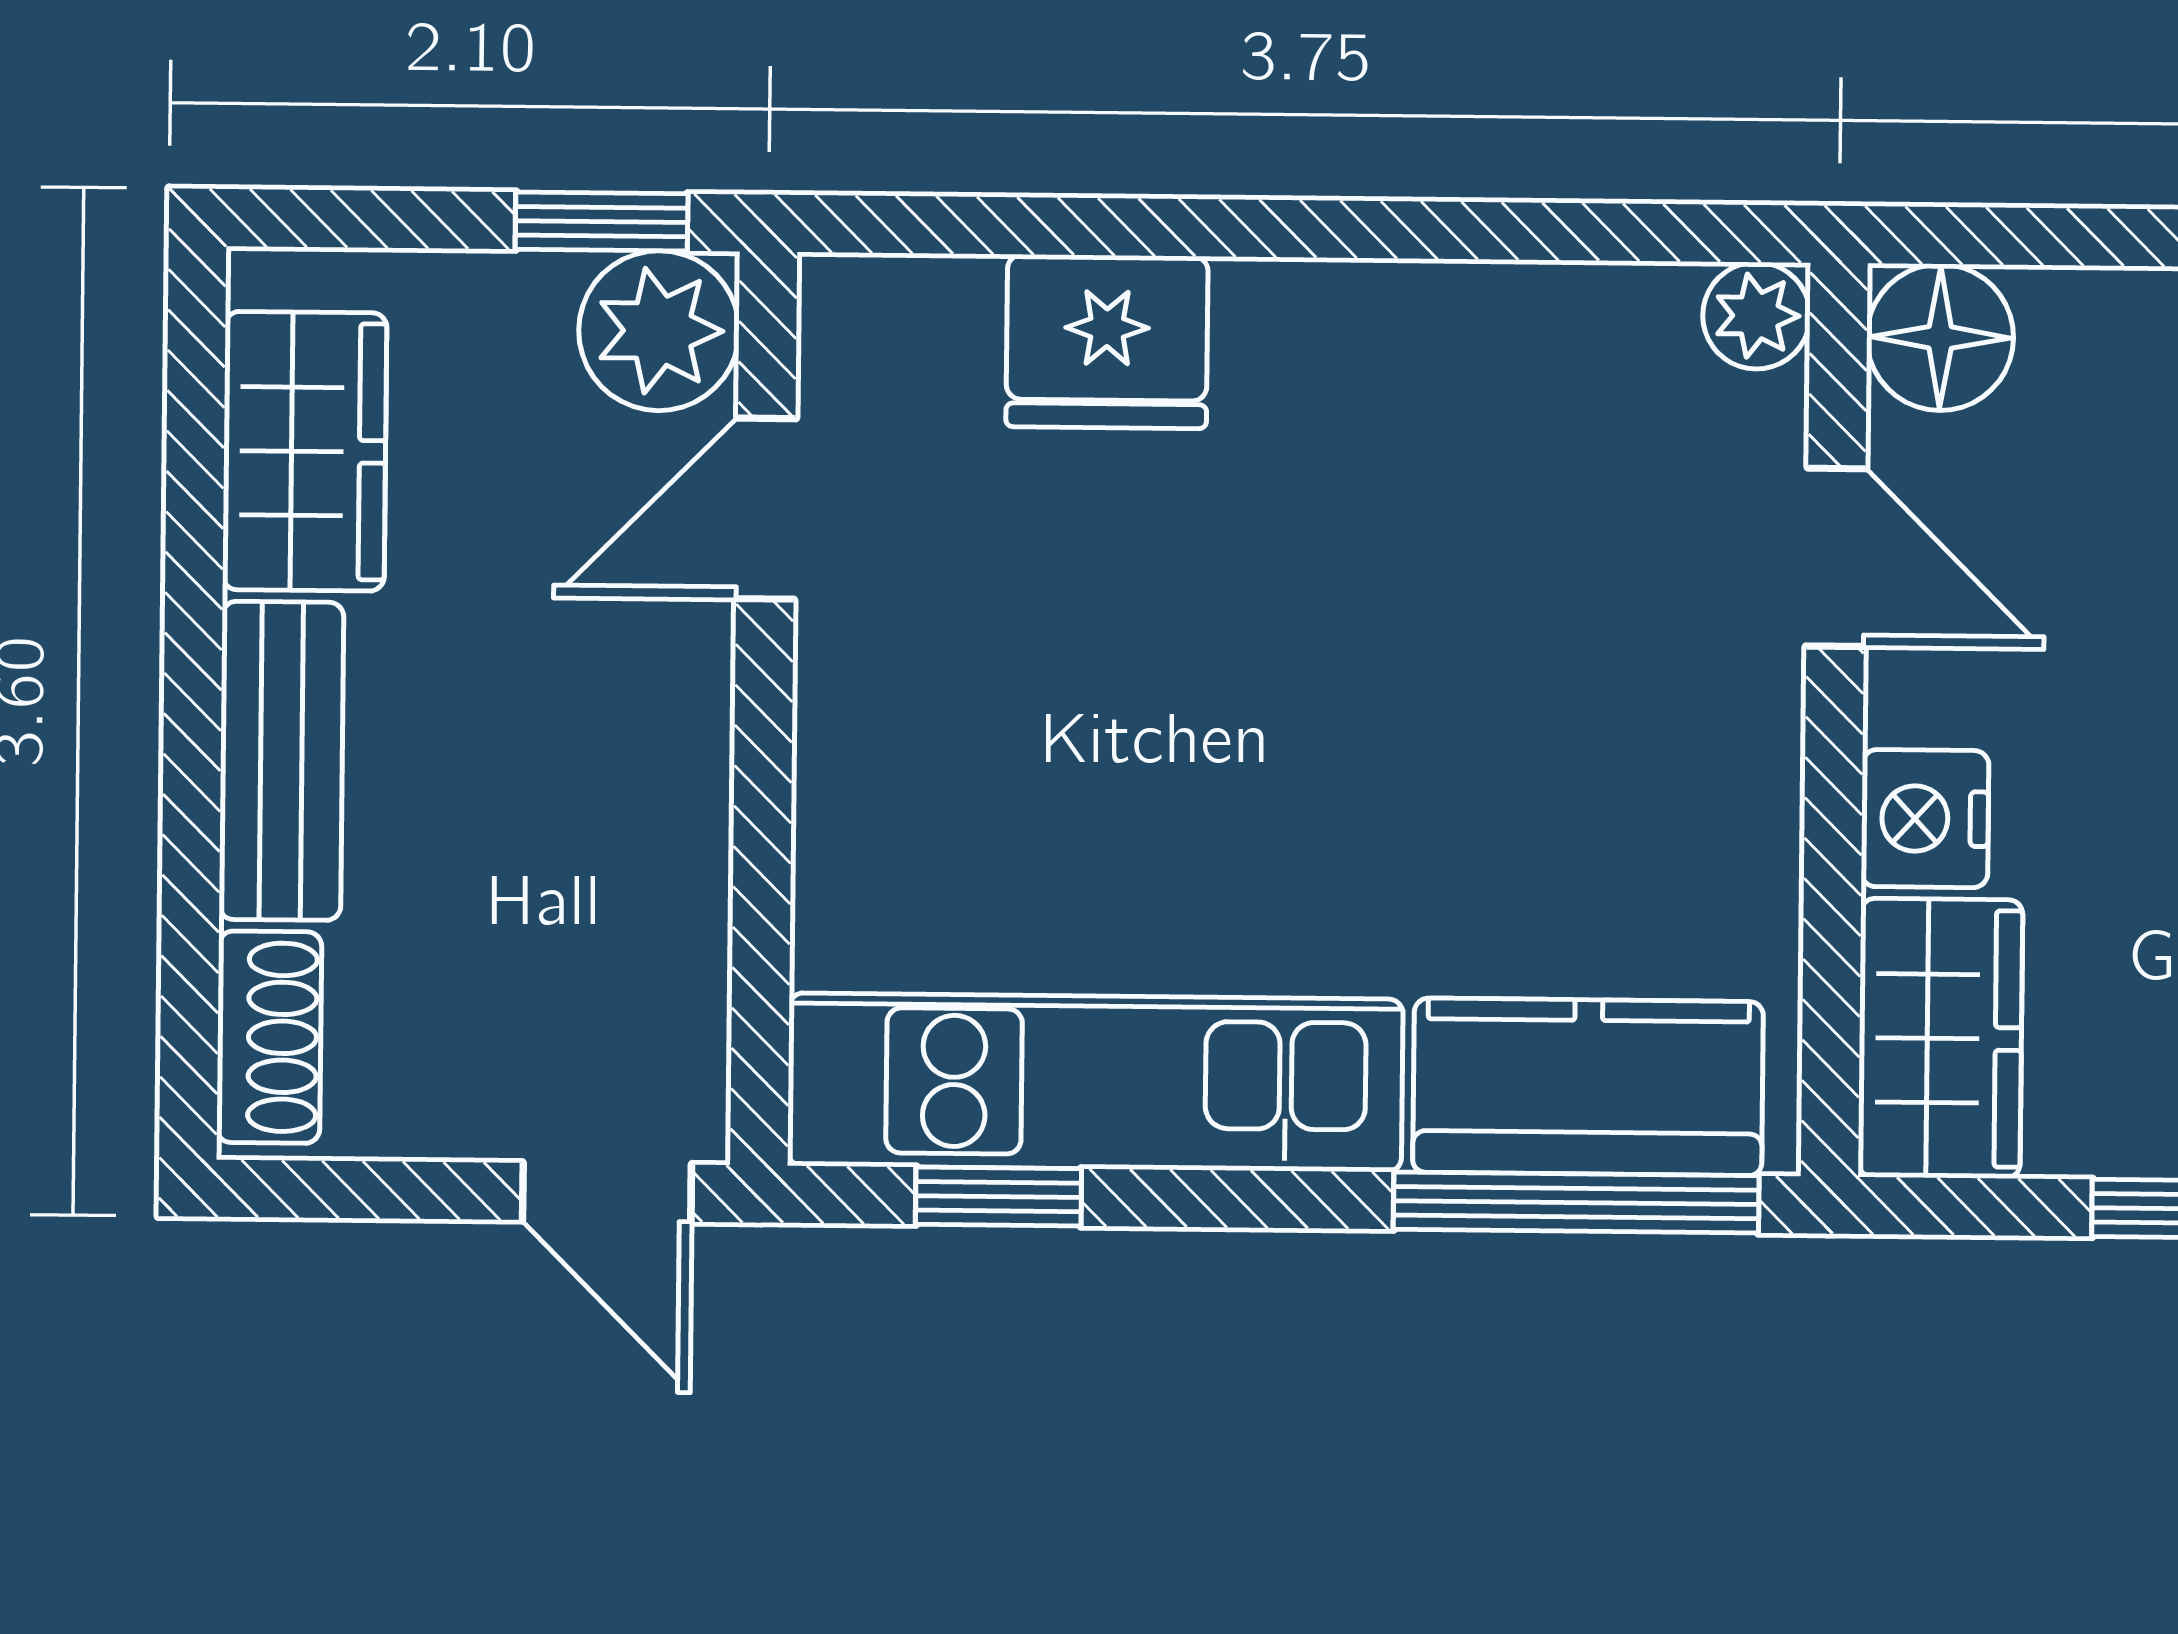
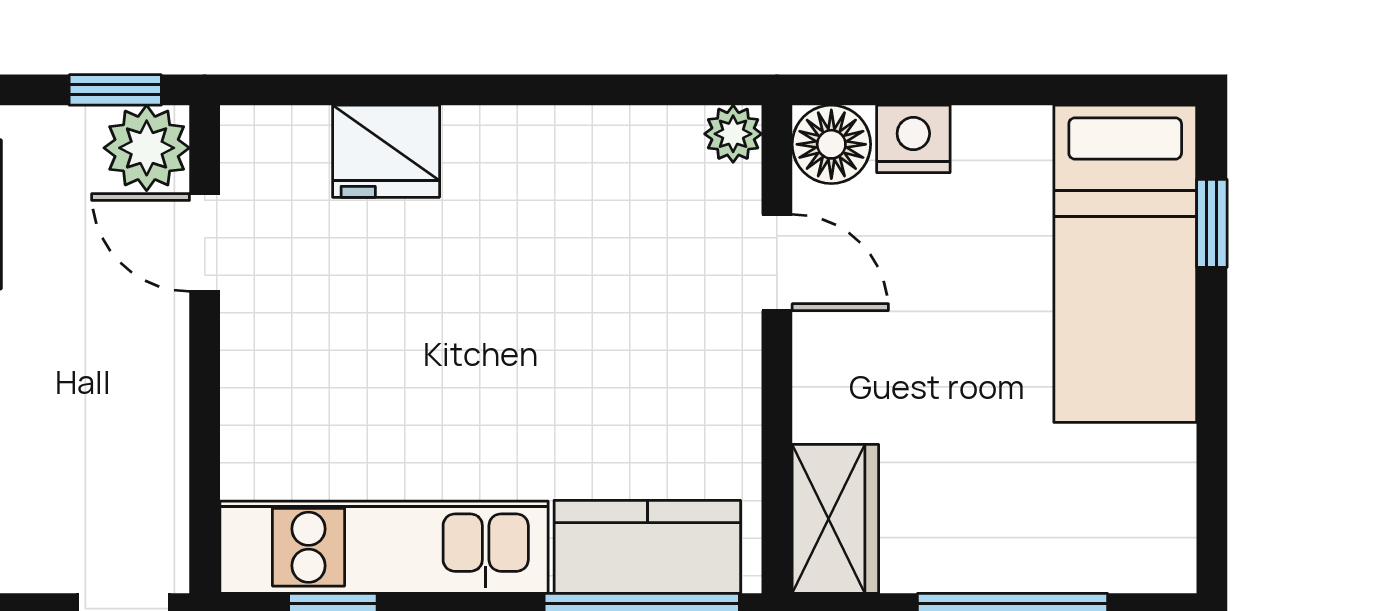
door: (766, 509) -> (205, 242), hinge flipped
nightstand: (1925, 819) -> (913, 139), moved, turned 90

